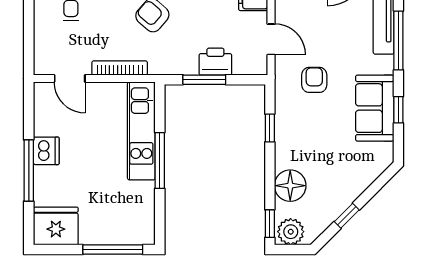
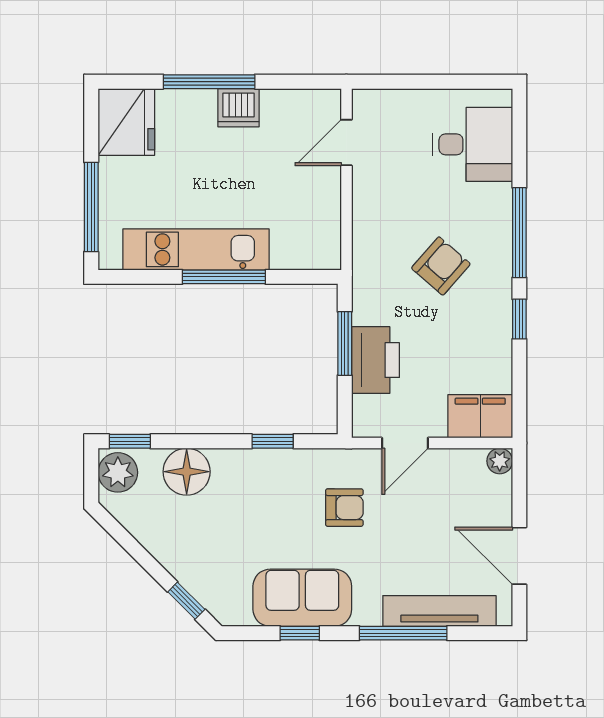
printer: (215, 62) -> (375, 360), width x1.37, depth x1.19
bookcase: (120, 68) -> (362, 217), removed
kitchen unit: (141, 131) -> (196, 249), moved
window: (347, 216) -> (186, 601), moved

